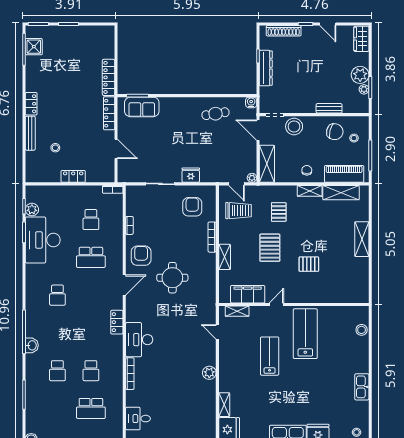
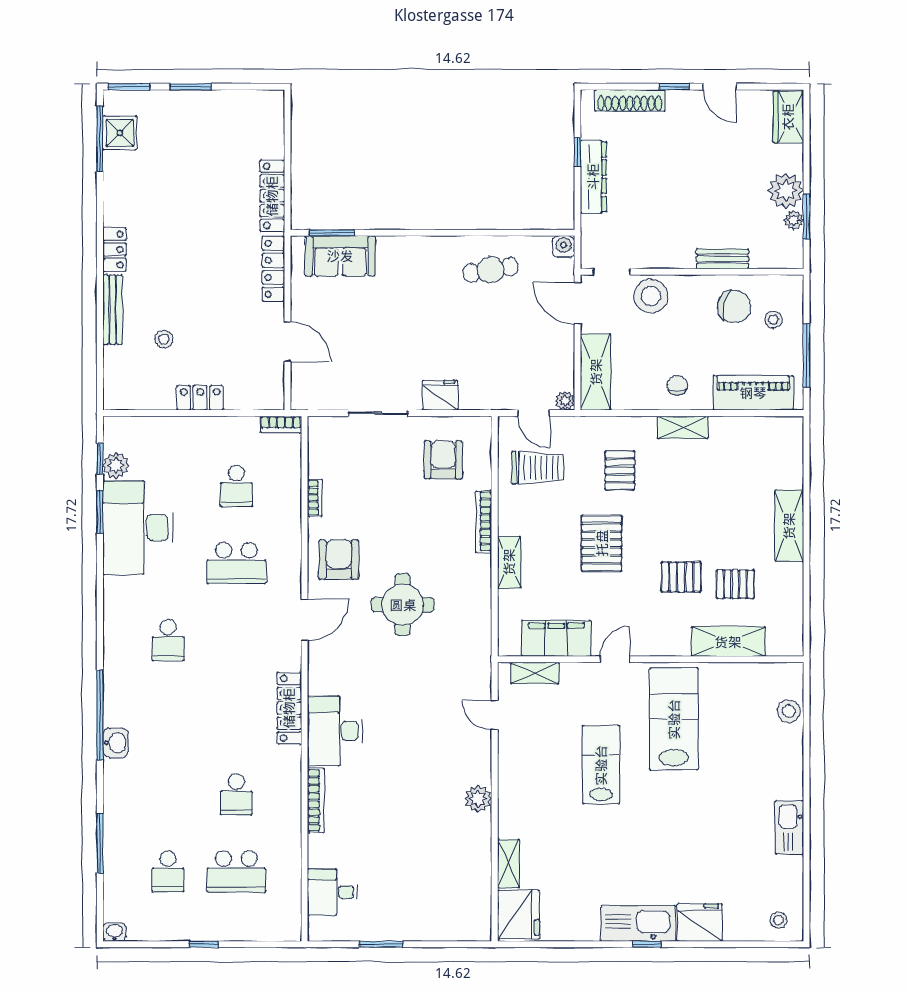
shelving: (341, 193) -> (728, 642), moved
pallet: (335, 268) -> (735, 584), added
locker: (117, 322) -> (289, 708), width x1.53
school desk: (57, 371) -> (168, 871), moved

